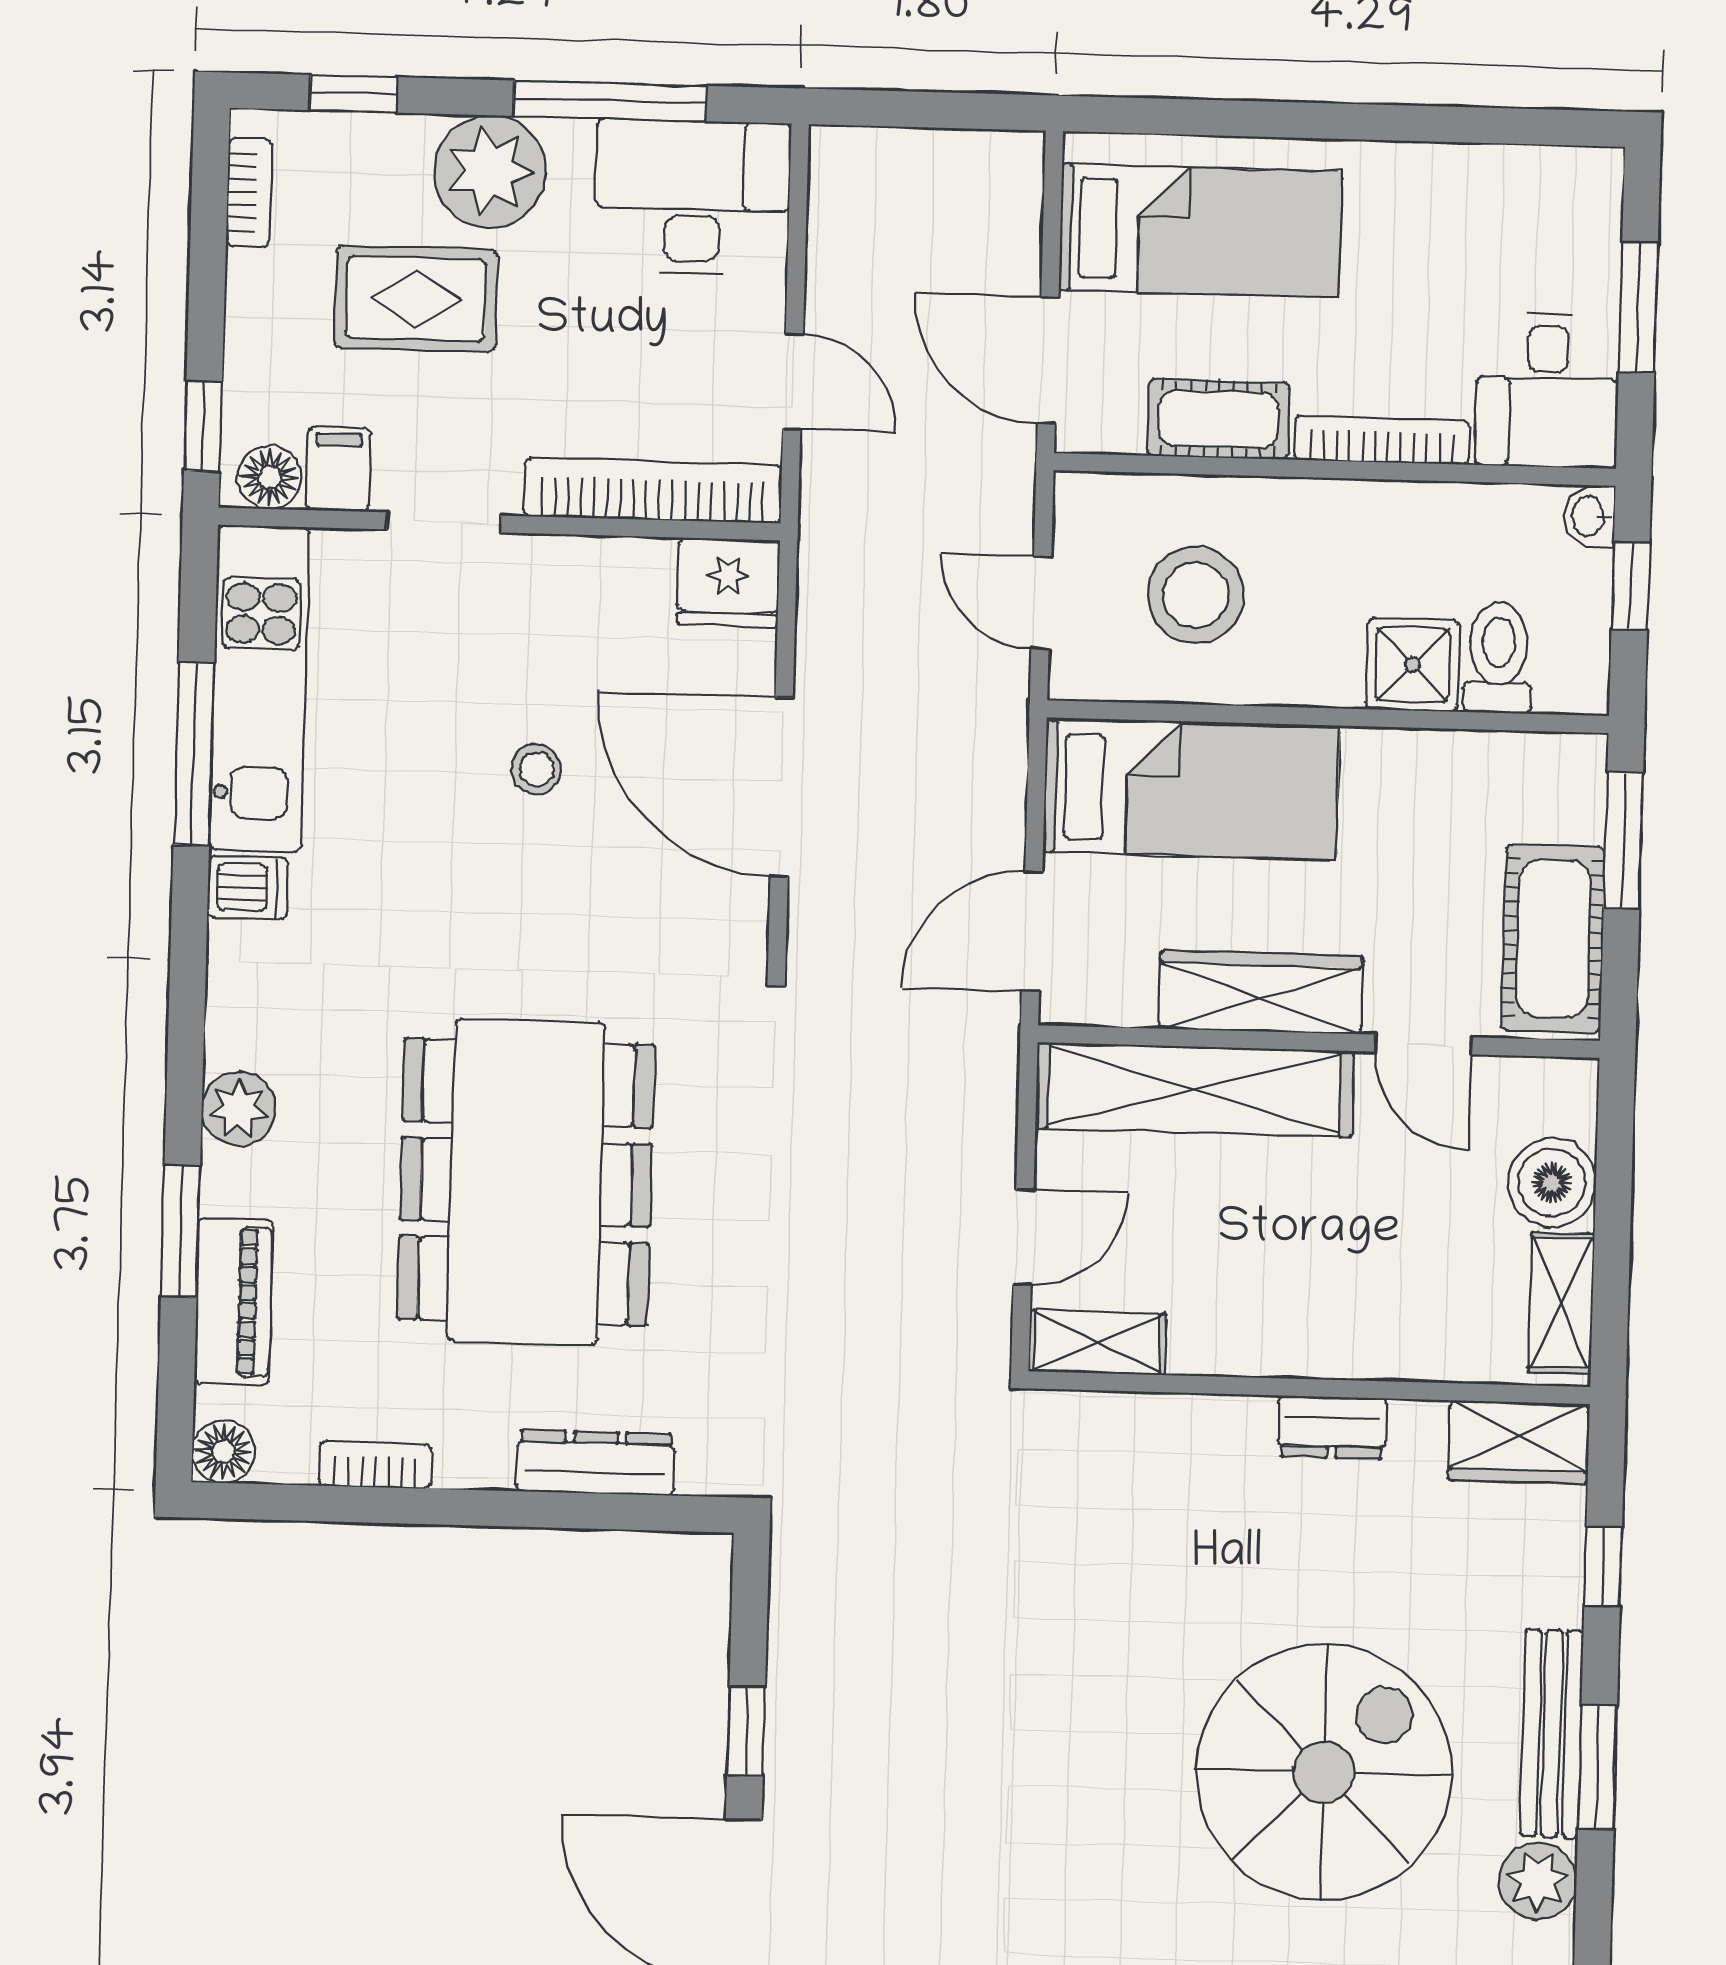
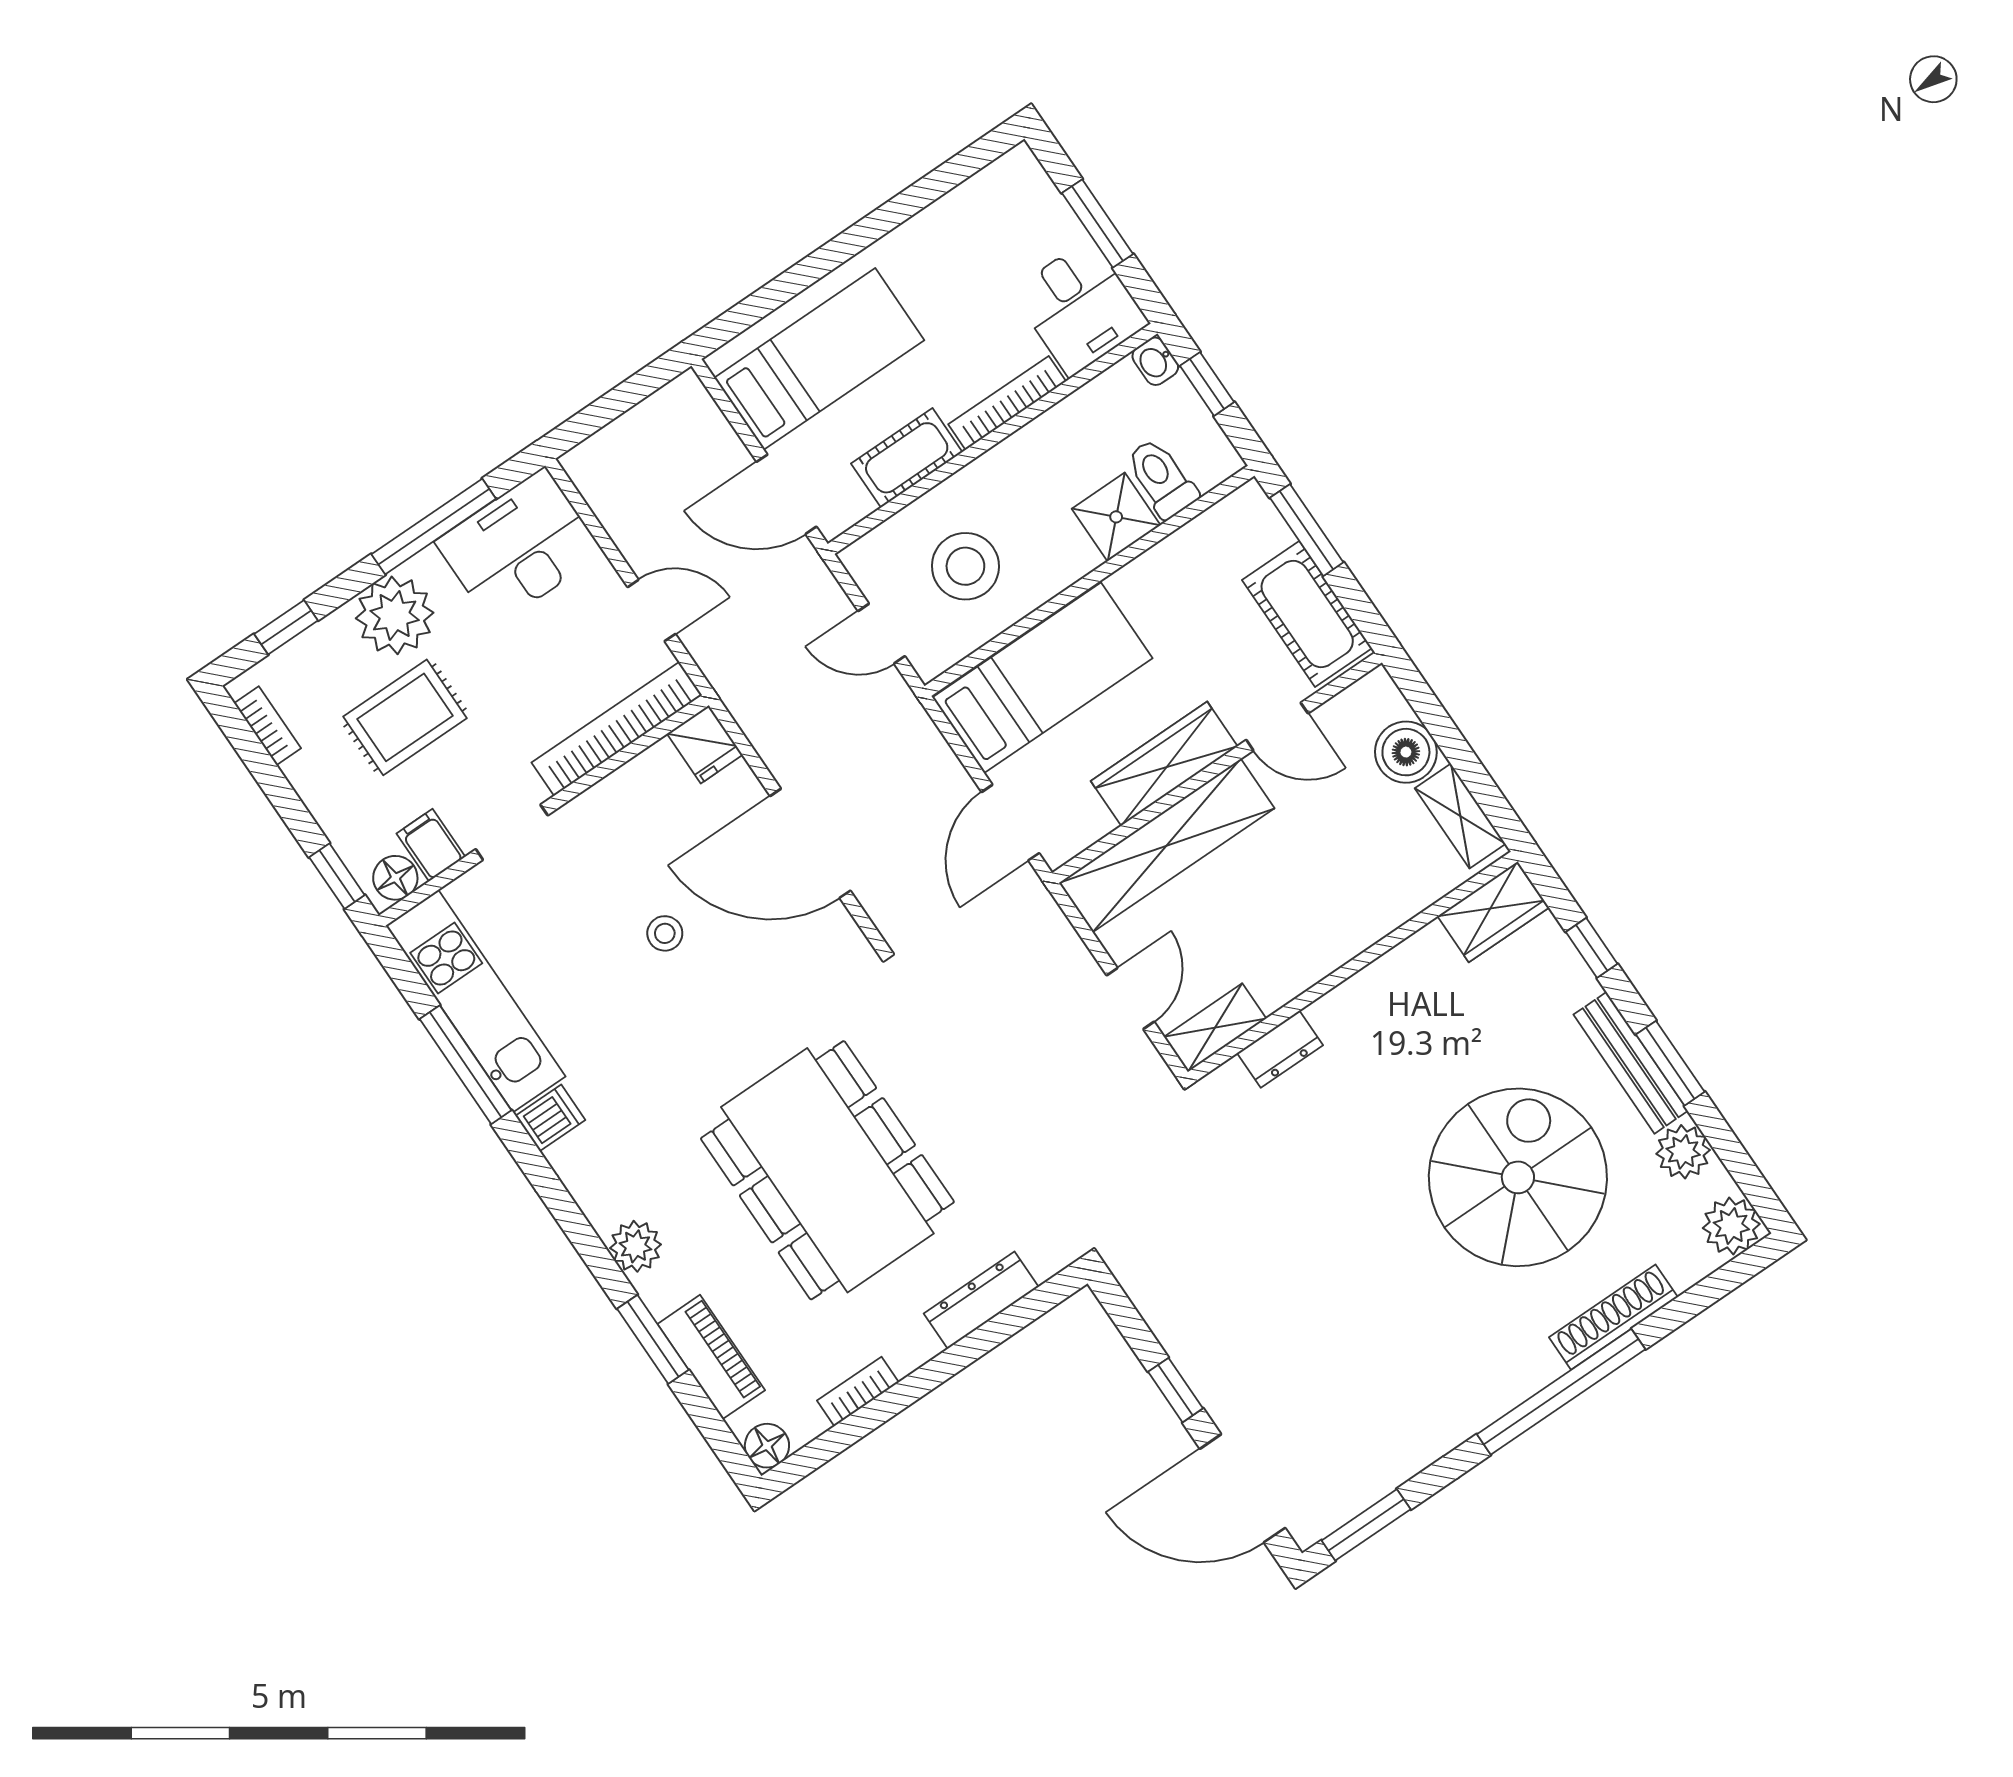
fridge: (728, 582) -> (705, 744), width x0.72
dresser: (1332, 1427) -> (1280, 1049), moved

